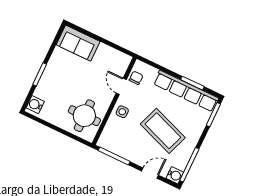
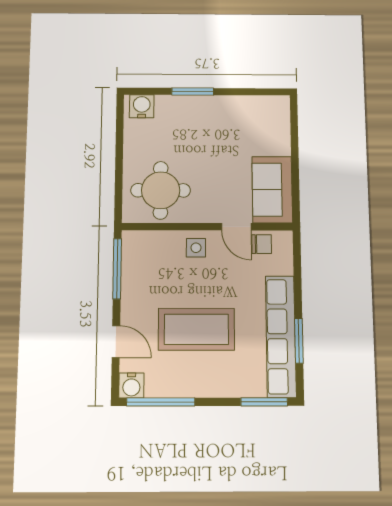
sofa: (78, 43) -> (272, 190), moved
door: (121, 86) -> (236, 227), swing flipped
coffee table: (163, 131) -> (196, 329), turned 70

